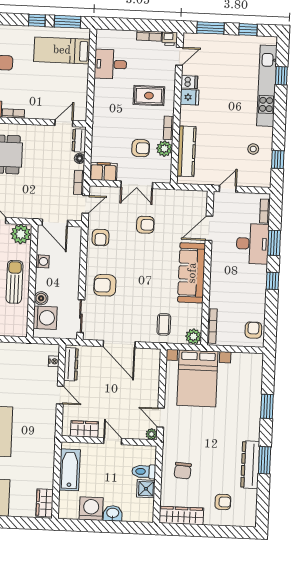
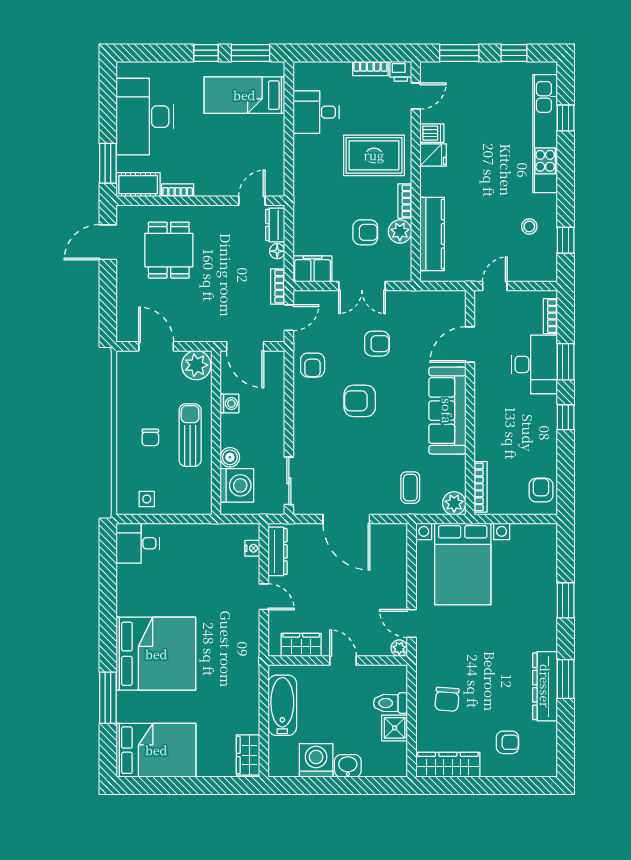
rug: (149, 96) -> (374, 155), width x1.36, depth x1.43
armchair: (105, 285) -> (360, 401), moved

